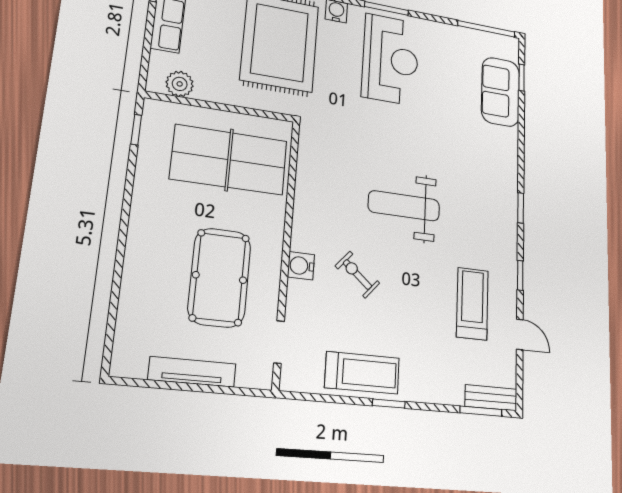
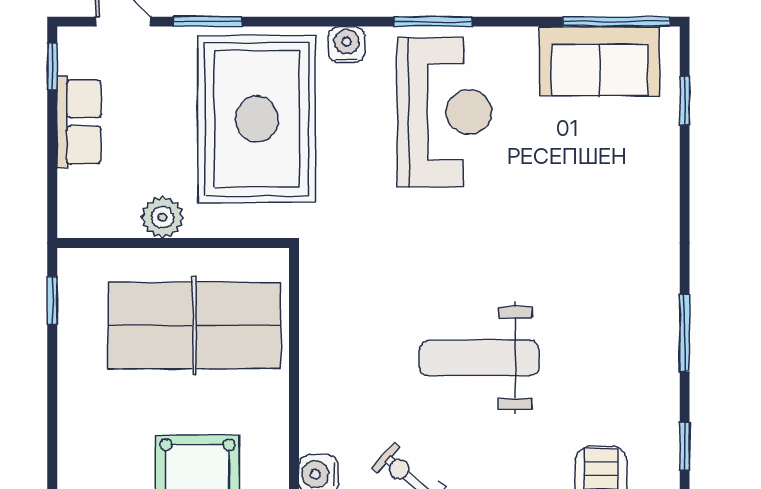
plant: (180, 84) -> (163, 217), moved
sofa: (501, 92) -> (600, 61), moved, turned -90
window: (521, 208) -> (685, 333), width x1.50

